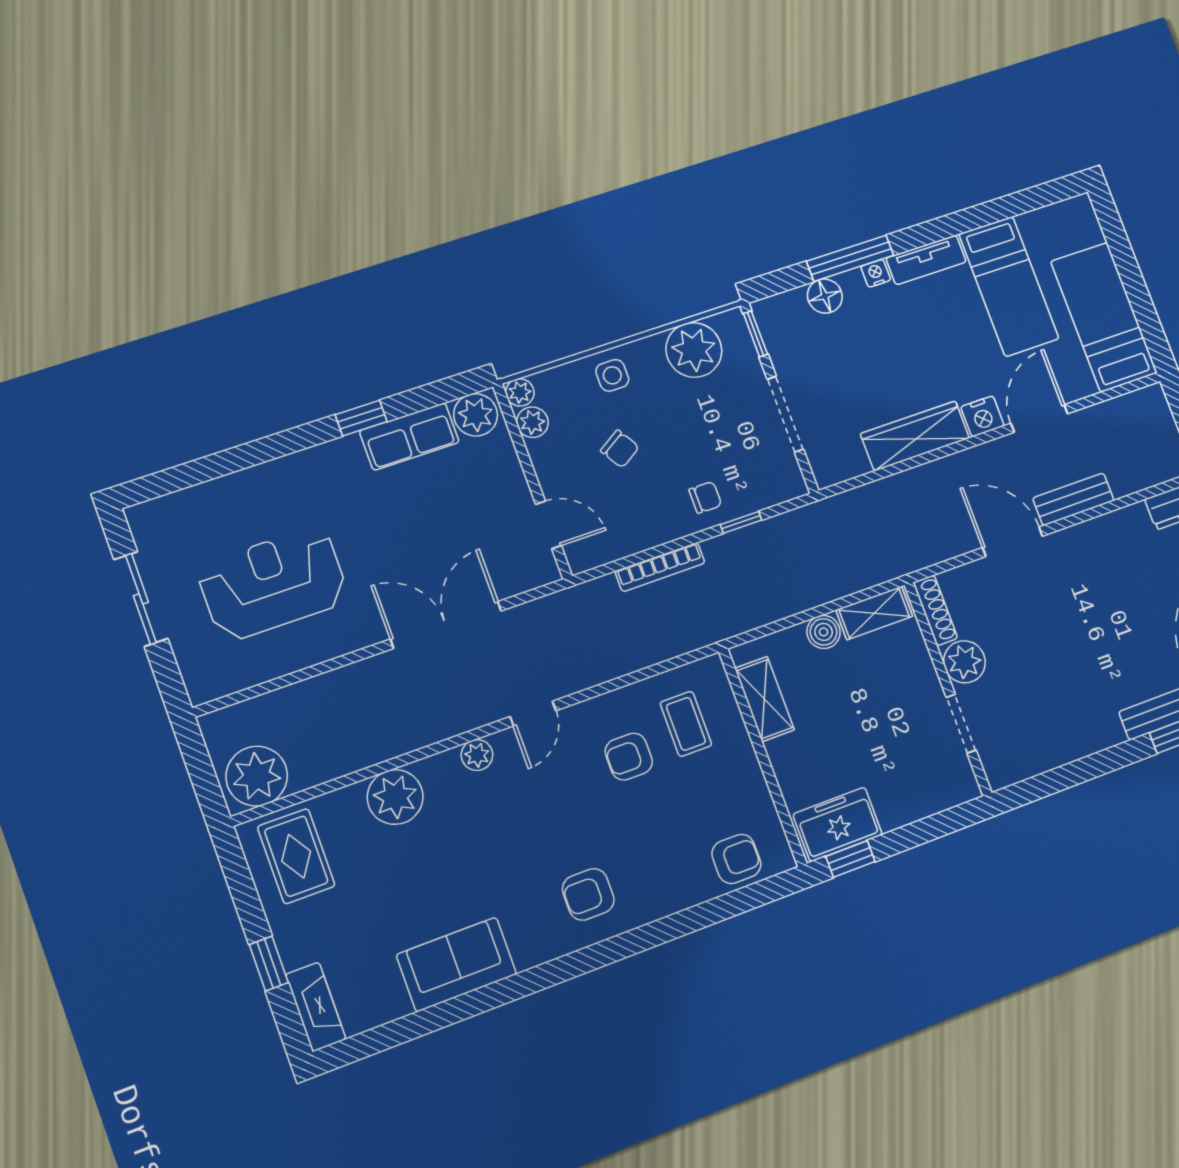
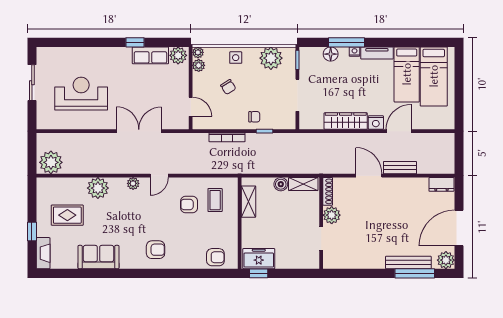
bed: (1104, 317) -> (434, 76), moved, turned 180
rug: (296, 856) -> (67, 215), moved, turned 90
armchair: (588, 894) -> (156, 250), turned 180

